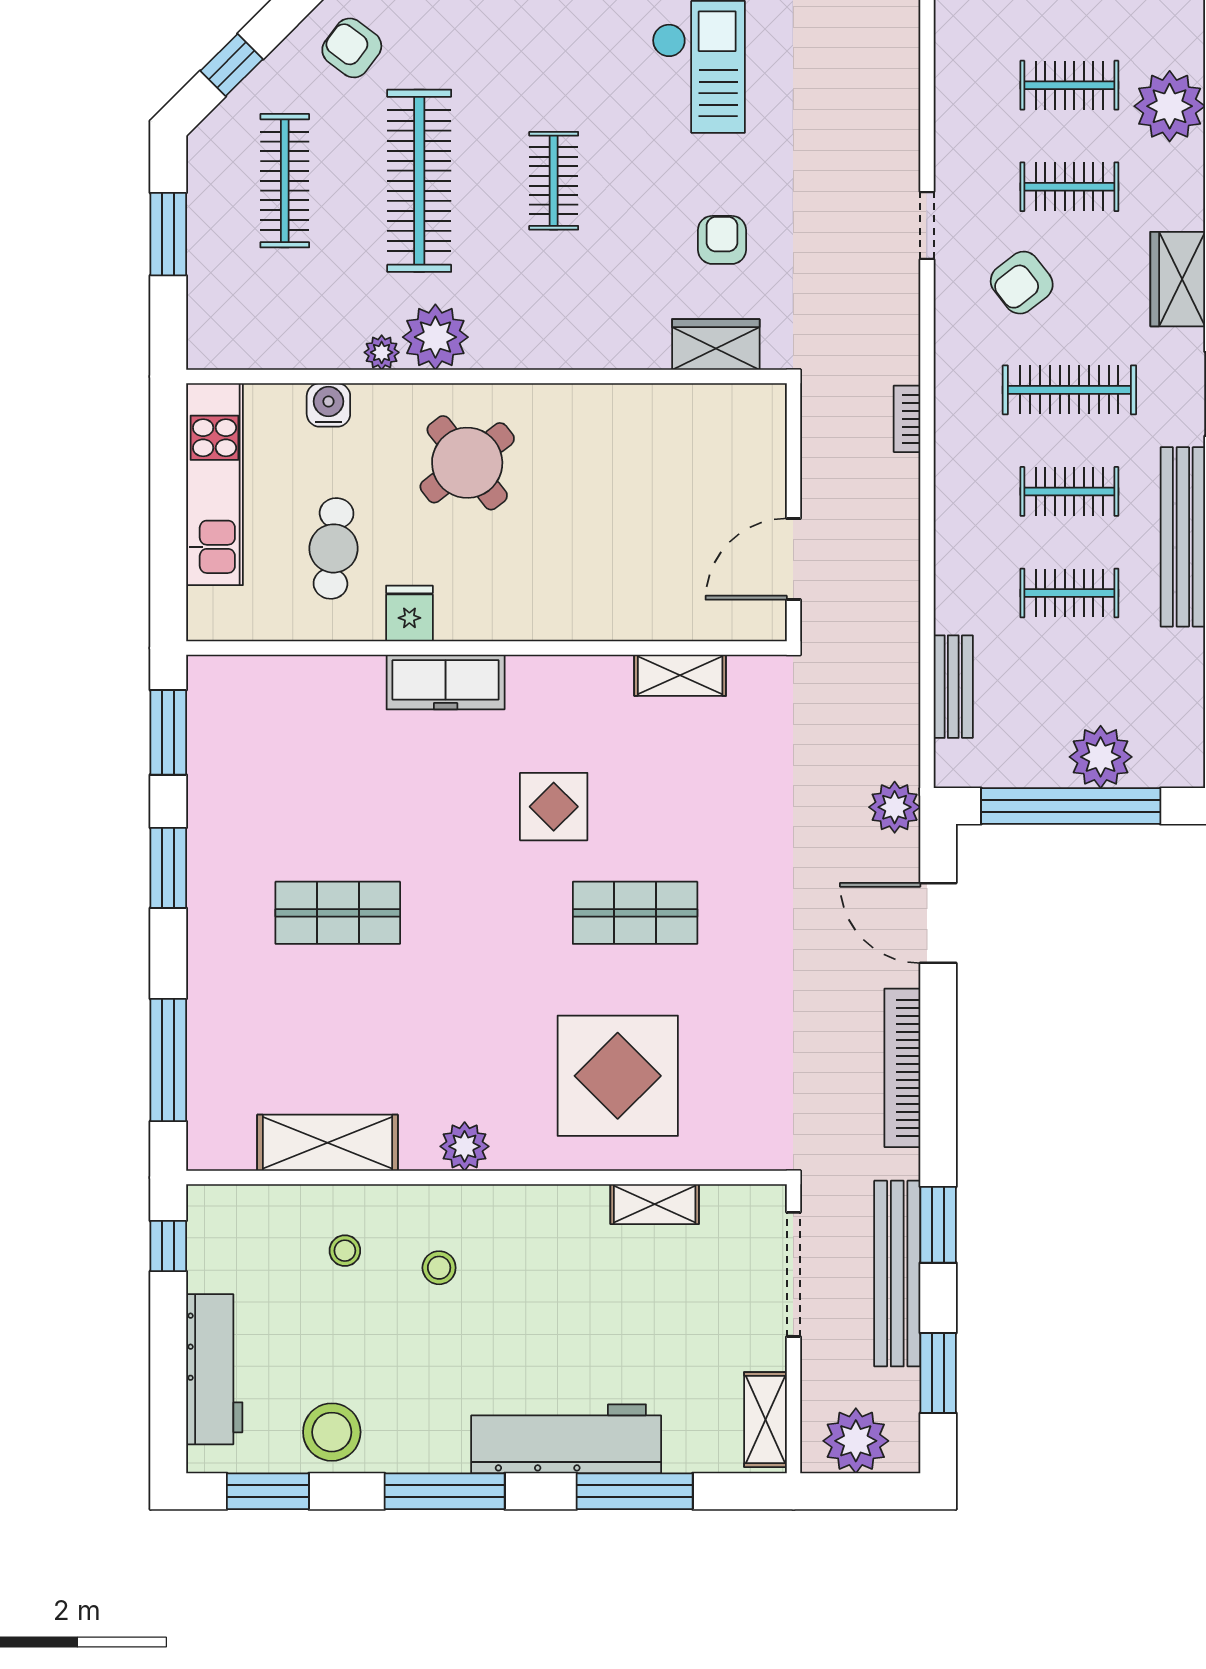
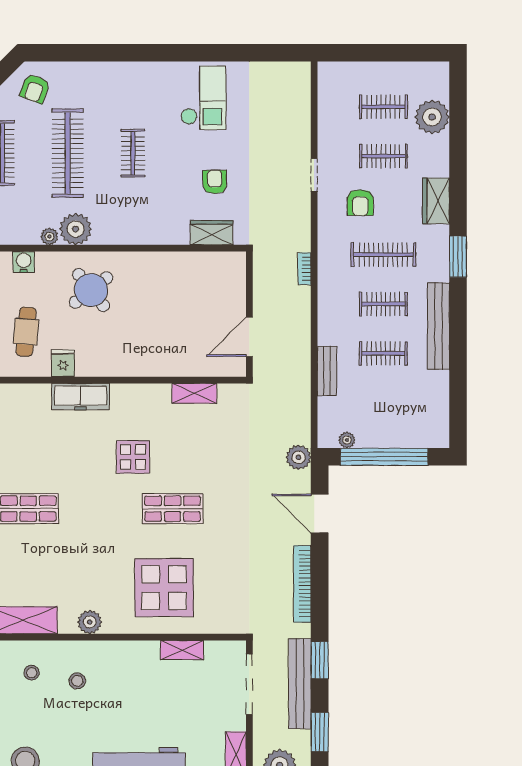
armchair: (352, 48) -> (35, 89), turned -106
armchair: (1022, 283) -> (360, 203), turned -52
bench: (953, 687) -> (327, 371), moved
plant: (1101, 757) -> (347, 440), moved, width x0.53, depth x0.53

